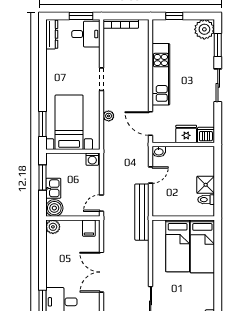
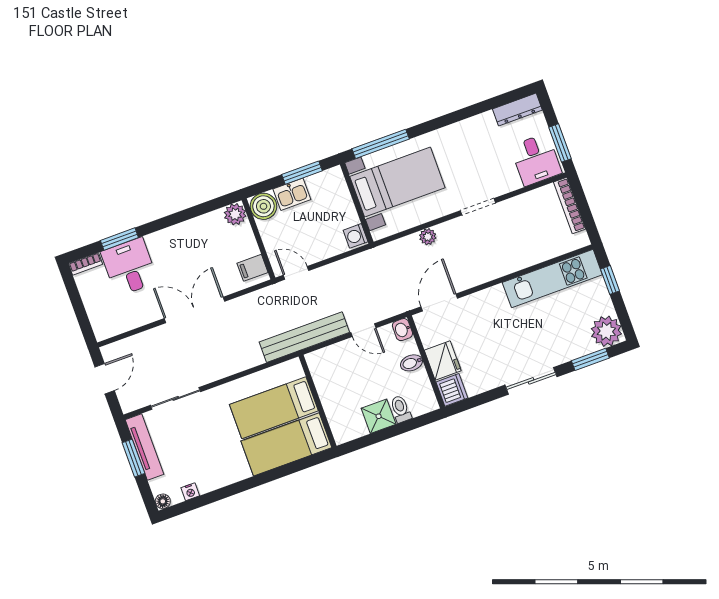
kitchen unit: (161, 74) -> (552, 279), moved
window: (42, 124) -> (381, 144), width x1.44
bidet: (181, 153) -> (411, 363), added
toilet: (206, 200) -> (401, 409), moved

